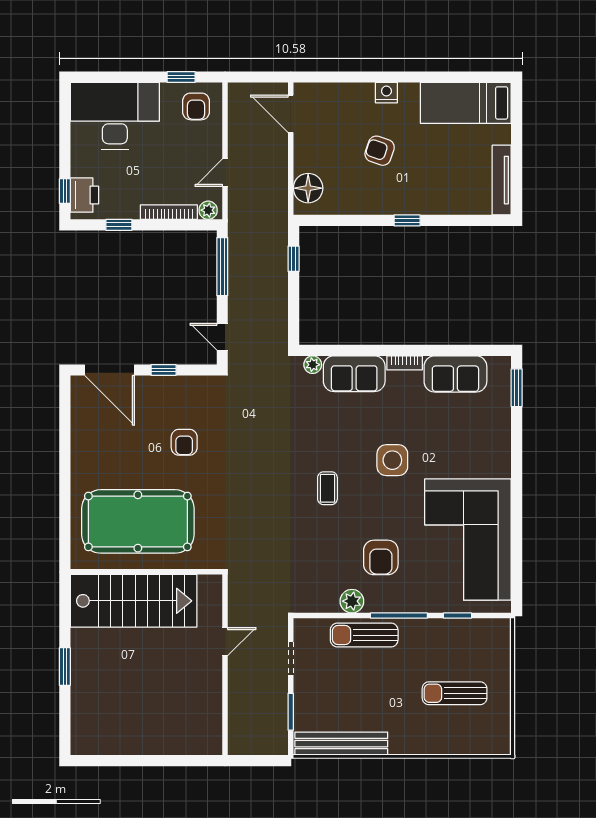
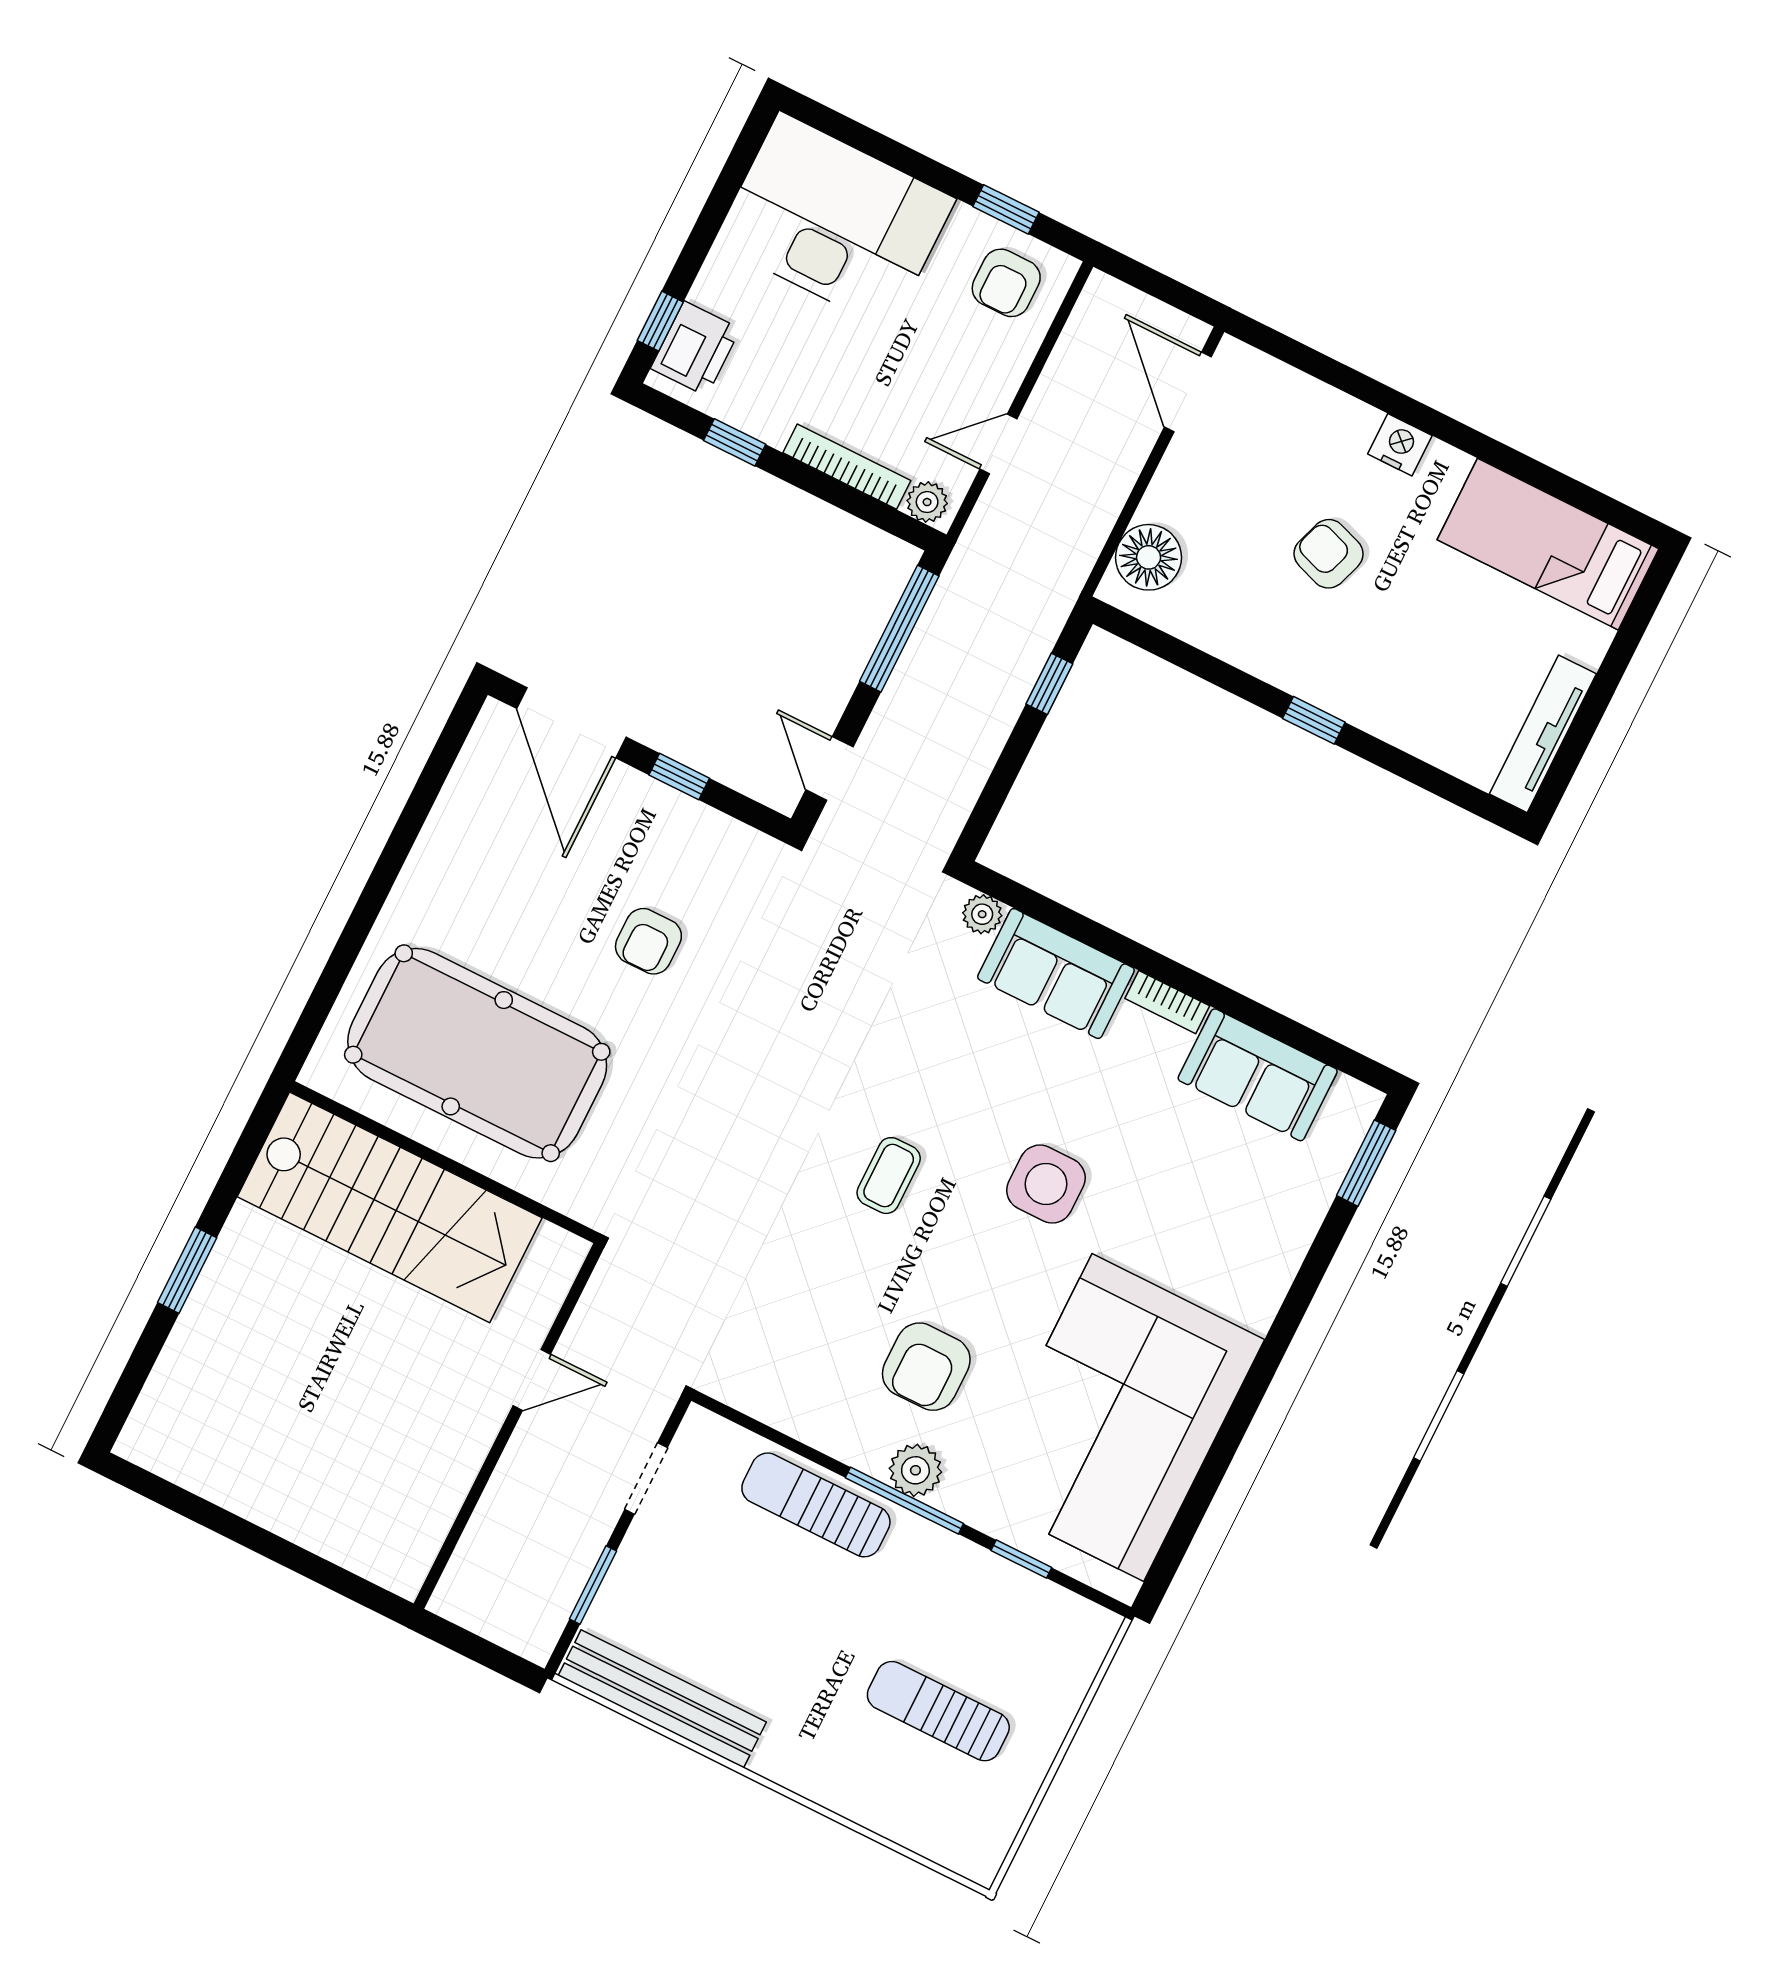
plant: (352, 601) -> (915, 1470), moved

